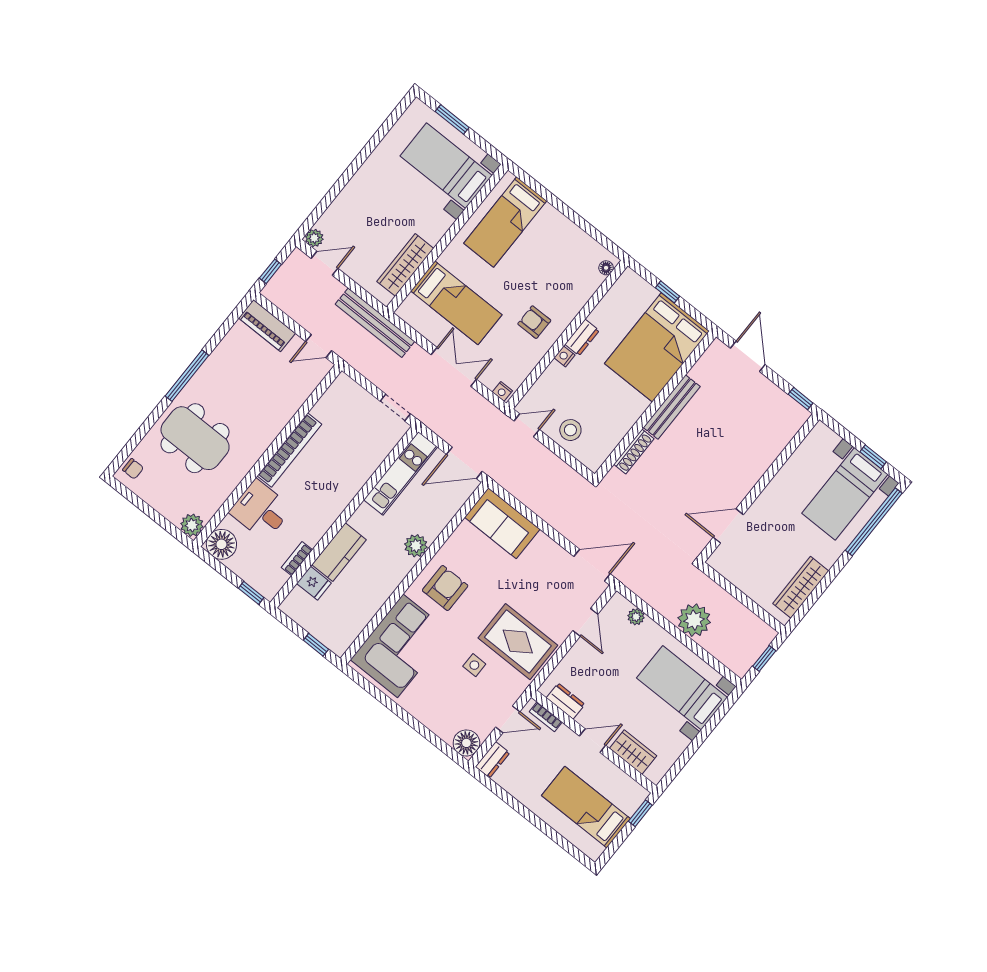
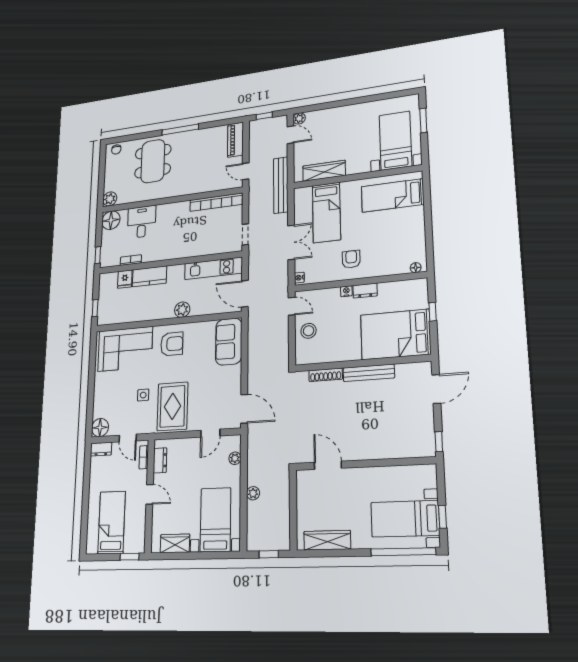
bookcase: (289, 450) -> (216, 202), moved
plant: (694, 620) -> (253, 493), width x0.53, depth x0.53
wardrobe: (633, 752) -> (175, 543), moved, turned -90

